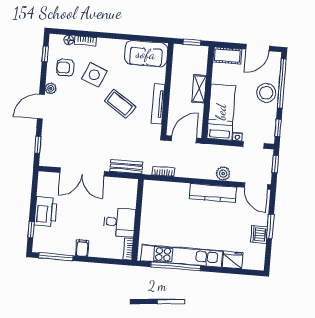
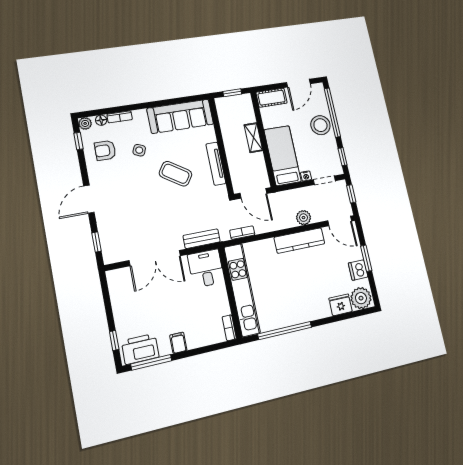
sofa: (146, 54) -> (180, 116), width x1.36
side table: (94, 75) -> (139, 150), width x0.54, depth x0.54
plant: (51, 88) -> (85, 123), moved
door: (184, 139) -> (254, 193), swing flipped
printer: (46, 212) -> (140, 349), moved, turned -90
desk: (119, 222) -> (206, 268), moved, turned -90
kitchen unit: (182, 256) -> (242, 290), moved, turned 90
plant: (253, 260) -> (361, 298), added

